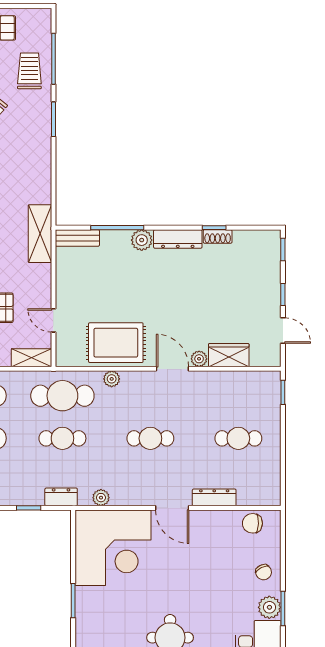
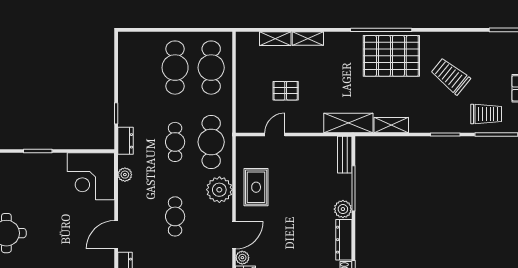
rug: (116, 343) -> (256, 187), width x0.73, depth x0.70
shelving: (31, 358) -> (391, 125), moved, turned 90
plant: (112, 379) -> (219, 190), width x1.87, depth x1.87
corner desk: (113, 548) -> (91, 176), width x0.74, depth x0.74

